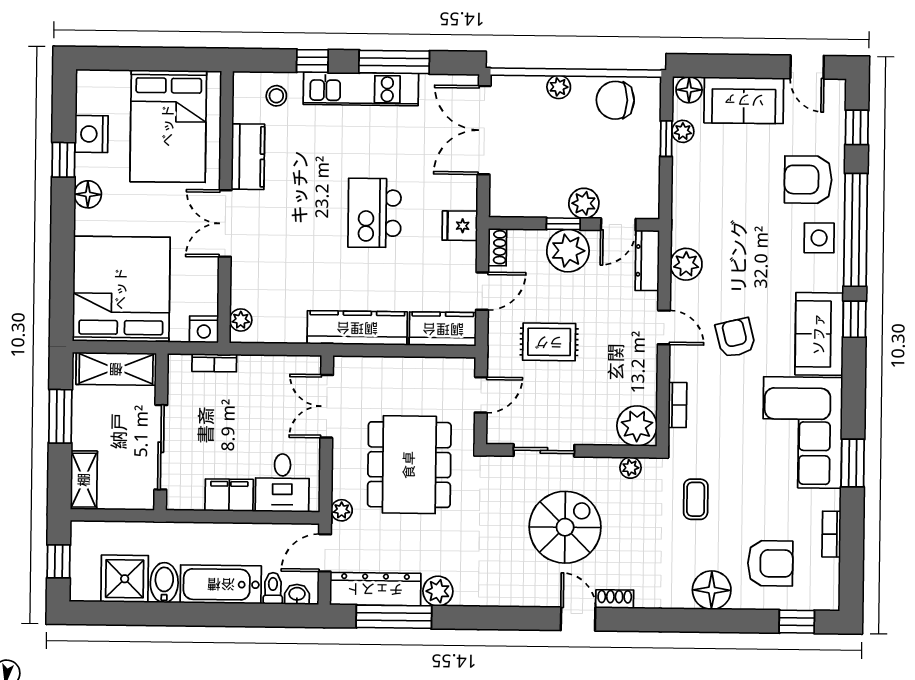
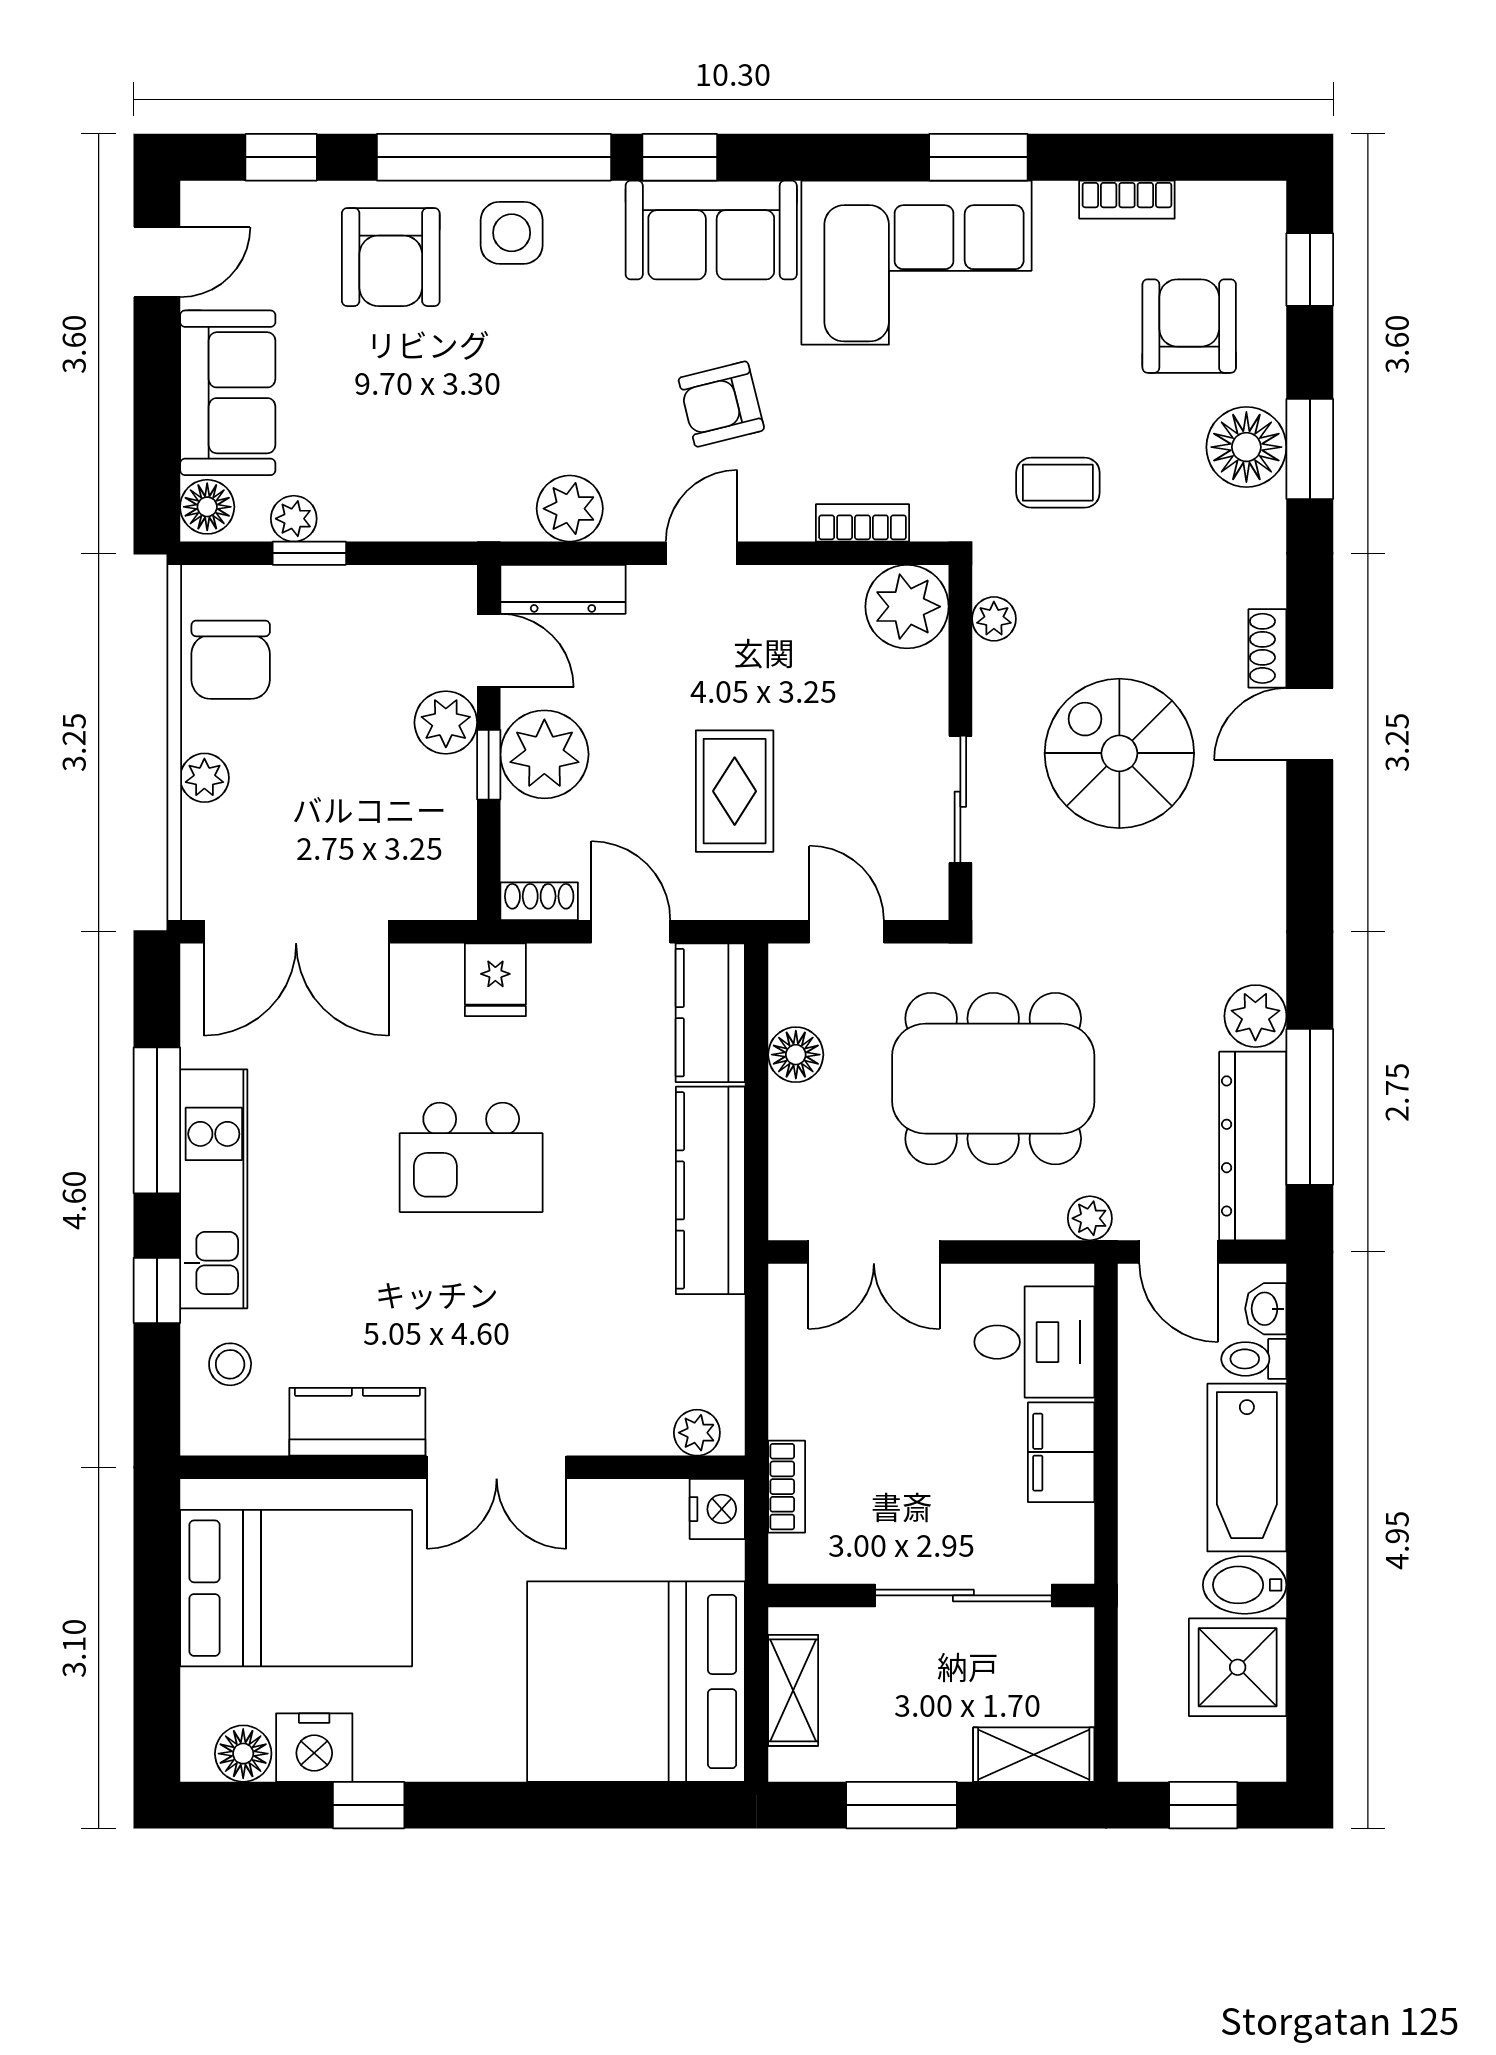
floor lamp: (88, 194) -> (243, 1754), moved
shelving: (116, 369) -> (793, 1690), width x0.67, depth x0.75
floor lamp: (422, 370) -> (796, 1055), added
window: (710, 621) -> (1310, 449), added

